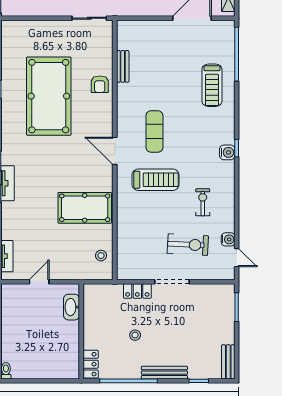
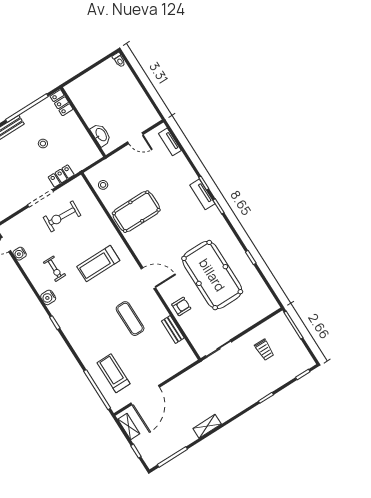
armchair: (100, 84) -> (181, 306), turned 90
treadmill: (212, 85) -> (114, 373), moved
exercise mat: (154, 131) -> (130, 319), moved
door: (115, 151) -> (148, 278), moved
water cooler: (227, 152) -> (48, 297), moved
exercise bike: (188, 245) -> (62, 216), moved
door: (39, 282) -> (135, 138), hinge flipped

